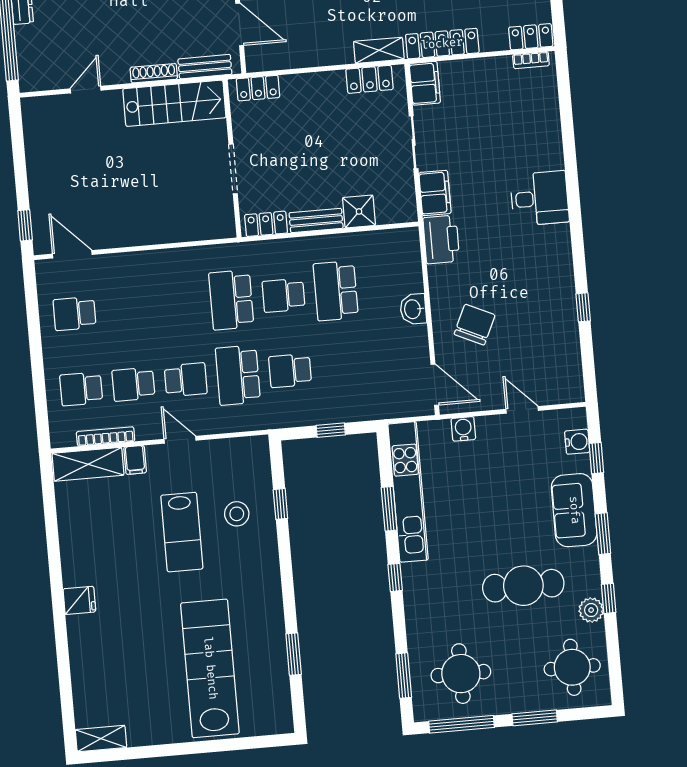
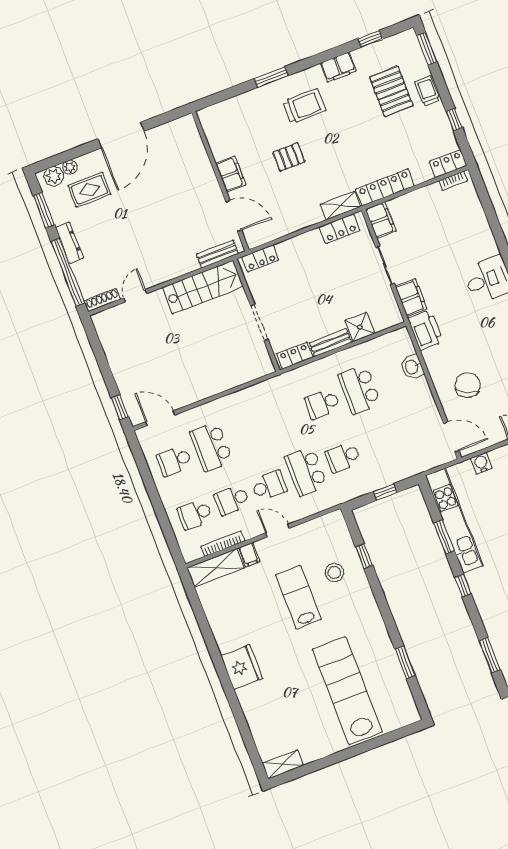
shoe rack: (154, 73) -> (102, 300), moved
school desk: (231, 300) -> (211, 447), moved
washbasin: (413, 309) -> (412, 367), moved
lab bench: (182, 532) -> (298, 597), turned 180
fridge: (79, 600) -> (242, 667), width x1.88, depth x1.34

